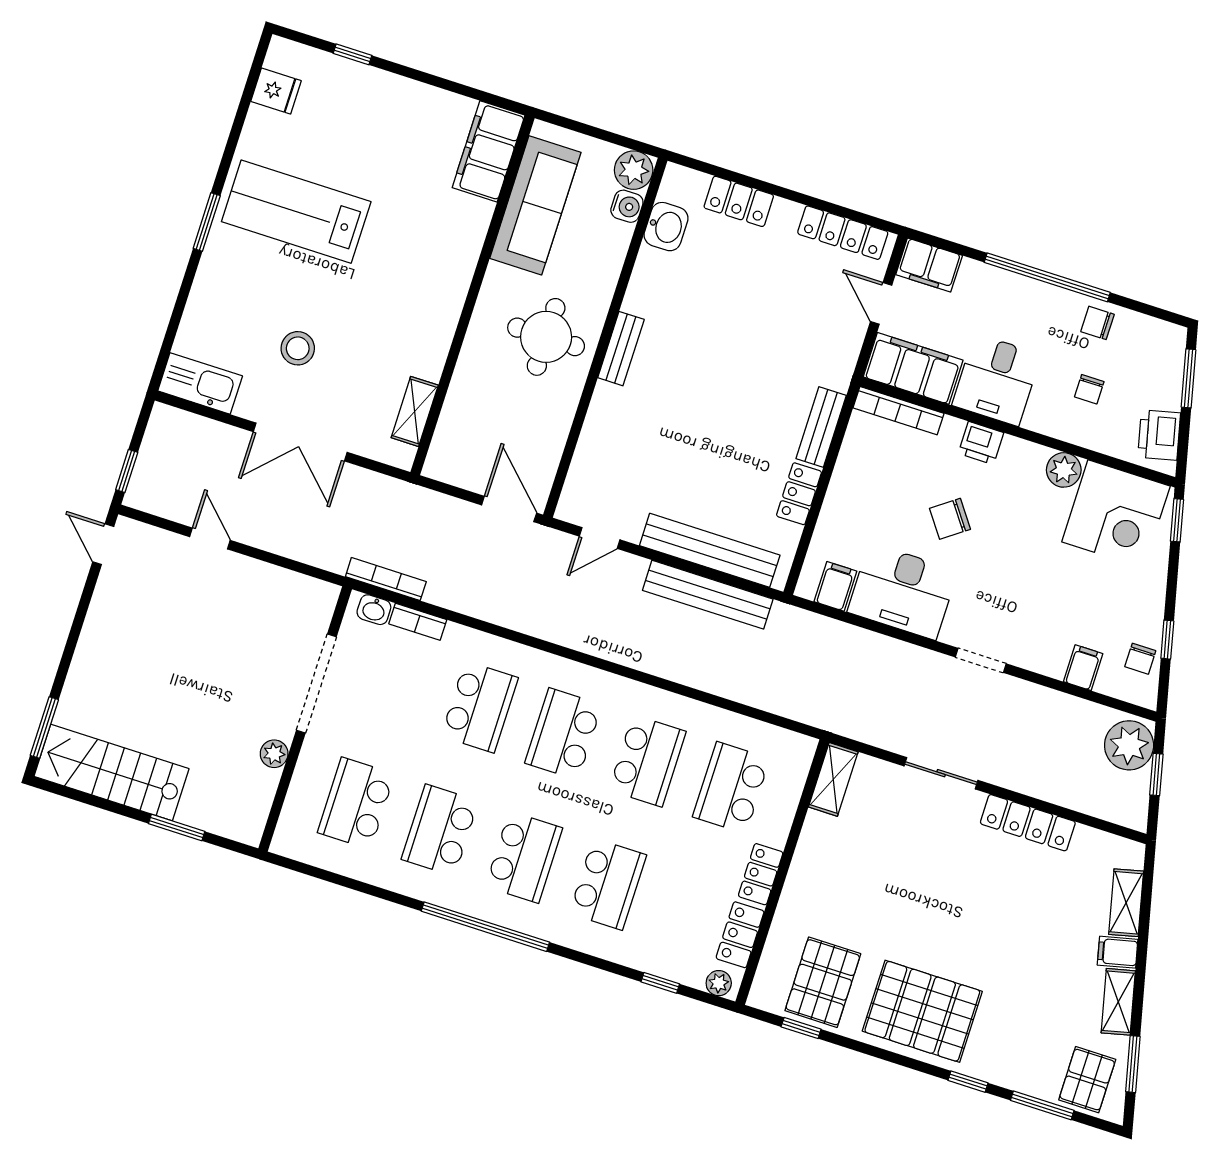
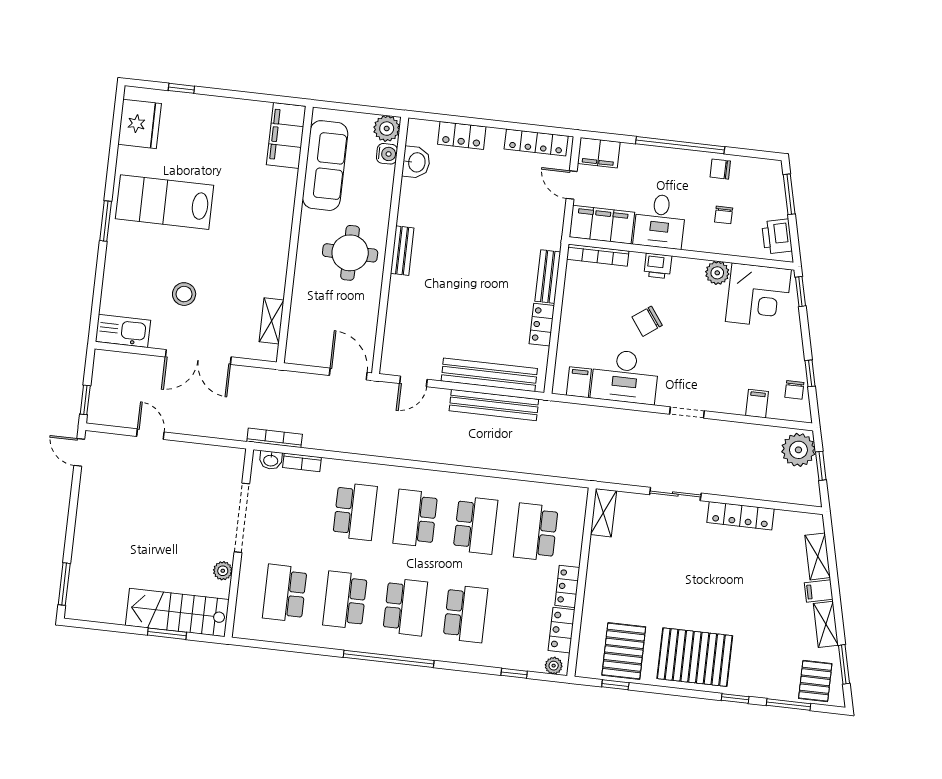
fridge: (276, 91) -> (140, 124), width x1.88, depth x1.34
stairs: (111, 773) -> (177, 612), moved

